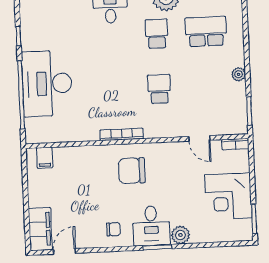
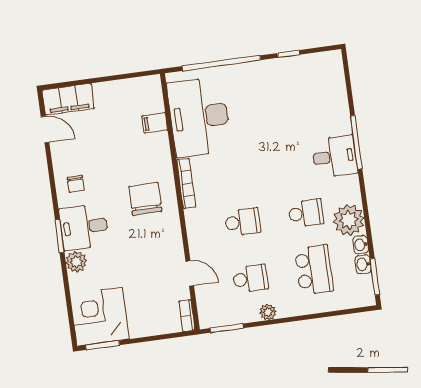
desk: (47, 84) -> (199, 117), moved, turned -90
school desk: (208, 87) -> (250, 278), added
door: (199, 138) -> (190, 273), swing flipped
filing cabinet: (45, 158) -> (155, 123), moved
corner desk: (228, 196) -> (100, 317), moved

